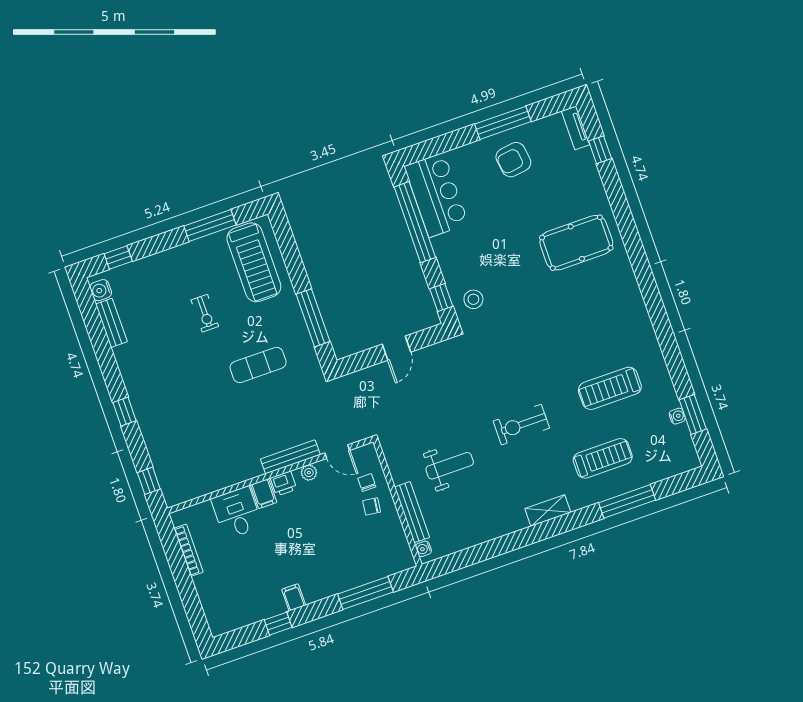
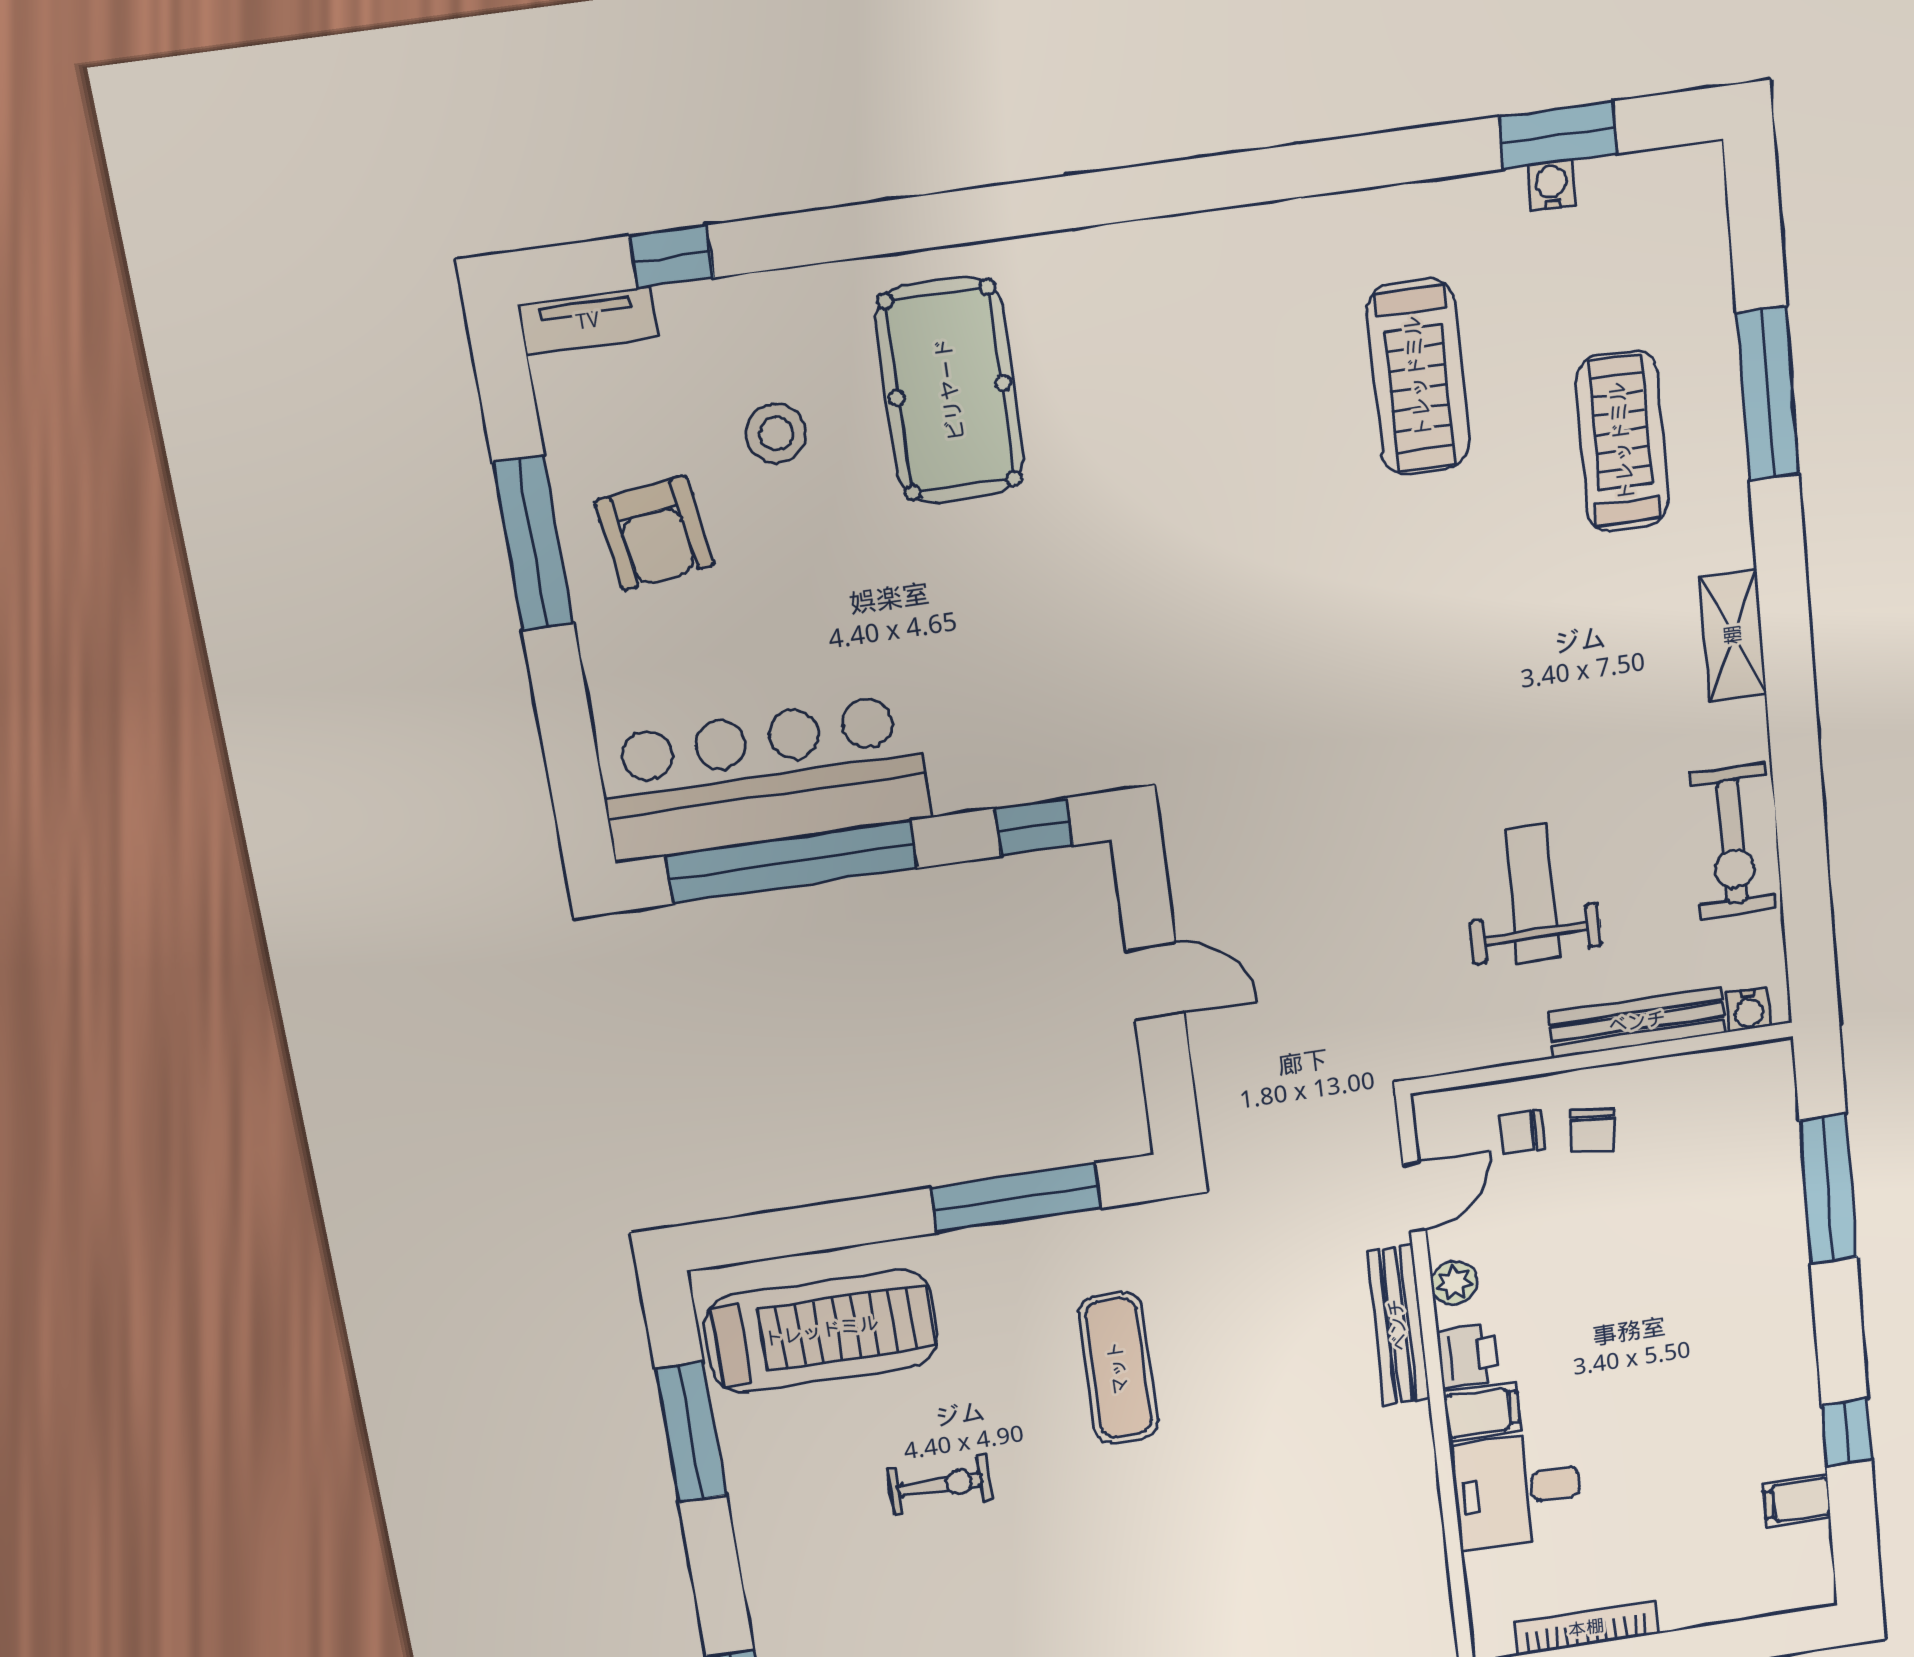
bar counter: (436, 195) -> (764, 778), width x1.36
stool: (473, 299) -> (776, 433), moved
exercise bike: (521, 425) -> (1732, 841), moved
filing cabinet: (294, 597) -> (1797, 1500), moved

